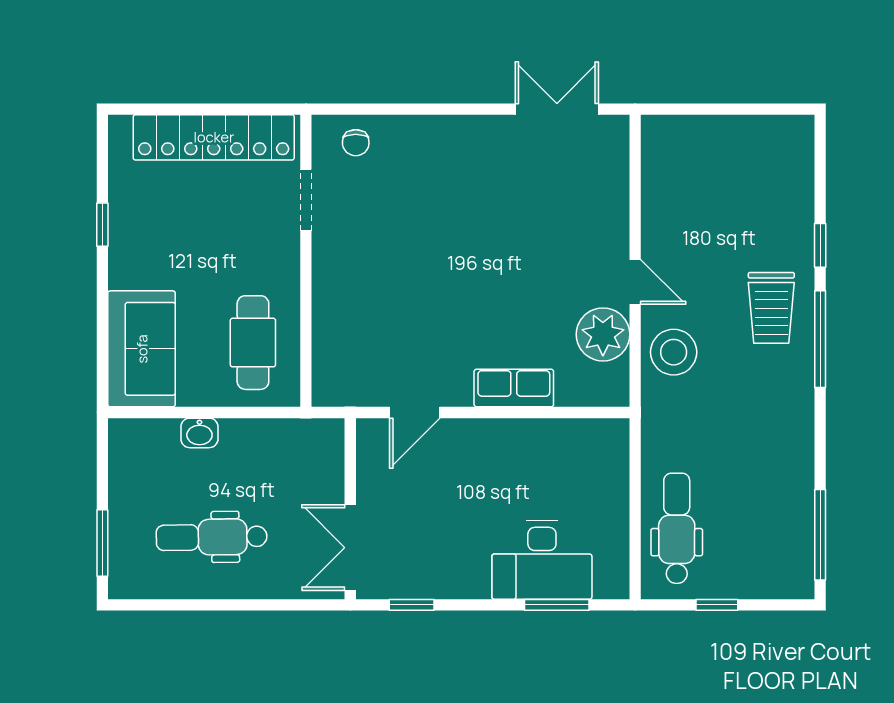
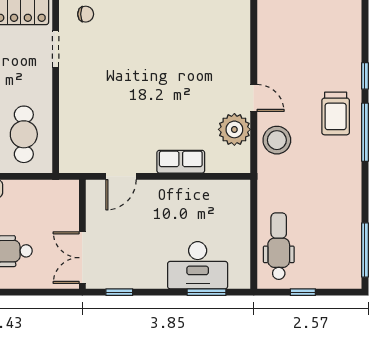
chair: (356, 143) -> (86, 14), turned -90

